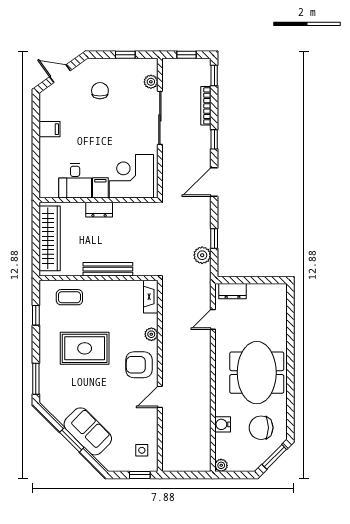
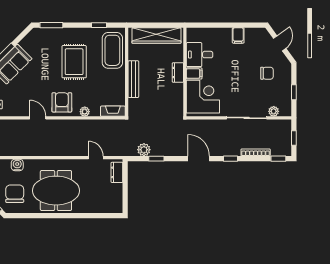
coffee table: (69, 297) -> (112, 50), width x1.86, depth x1.72

